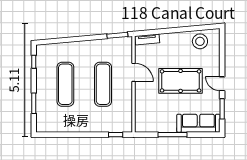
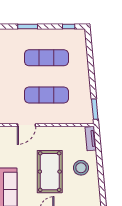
stool: (200, 41) -> (81, 168), moved
door: (134, 72) -> (27, 125), moved

